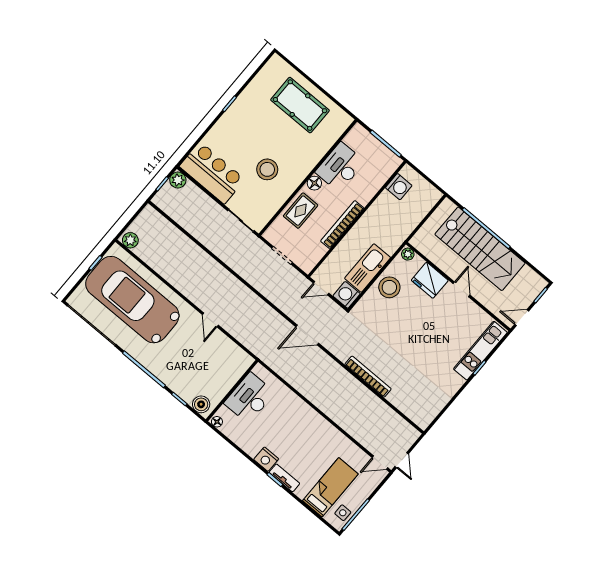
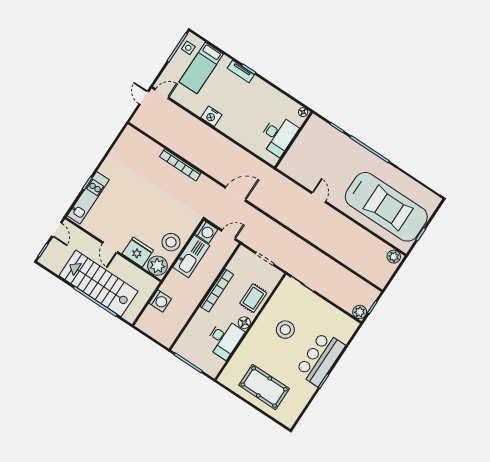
bar counter: (212, 173) -> (320, 359), moved, turned 90
washing machine: (399, 187) -> (160, 301), moved, turned 180
plant: (408, 254) -> (157, 266), width x1.88, depth x1.88
door: (522, 318) -> (57, 230), hinge flipped
boiler: (201, 404) -> (318, 125), removed
nightstand: (266, 459) -> (211, 116), moved, turned 180

